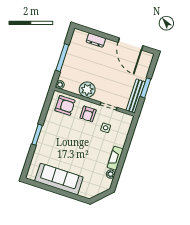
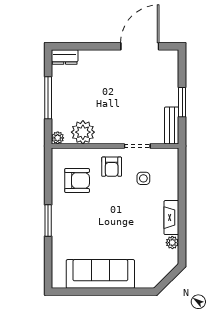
dresser: (96, 40) -> (65, 57), moved
door: (131, 44) -> (140, 46), swing flipped
plant: (87, 90) -> (83, 132), moved
bench: (136, 96) -> (172, 125), width x0.73
armchair: (65, 105) -> (77, 180), moved

